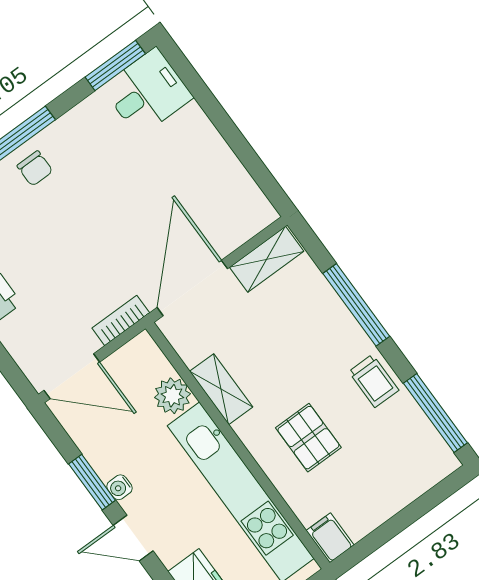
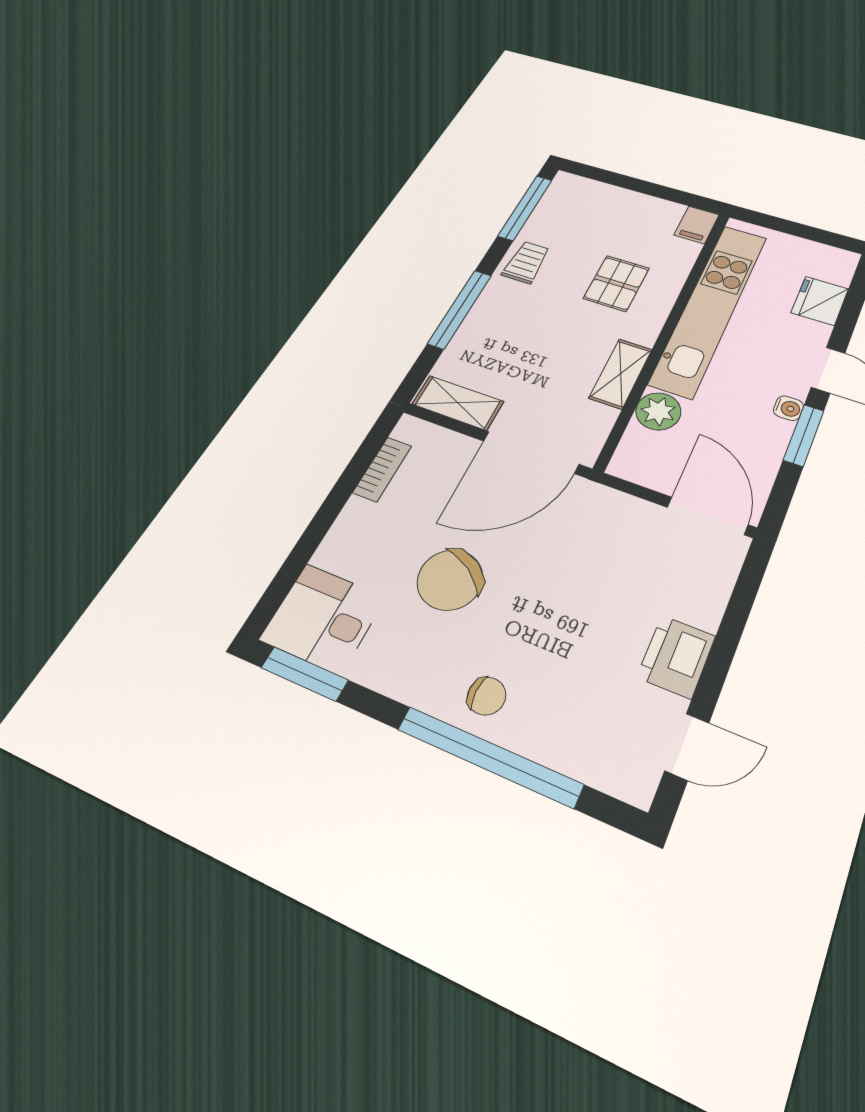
chair: (35, 168) -> (487, 696), turned 90
chair: (127, 185) -> (450, 580), added
bookcase: (121, 320) -> (382, 469), moved, turned -90

